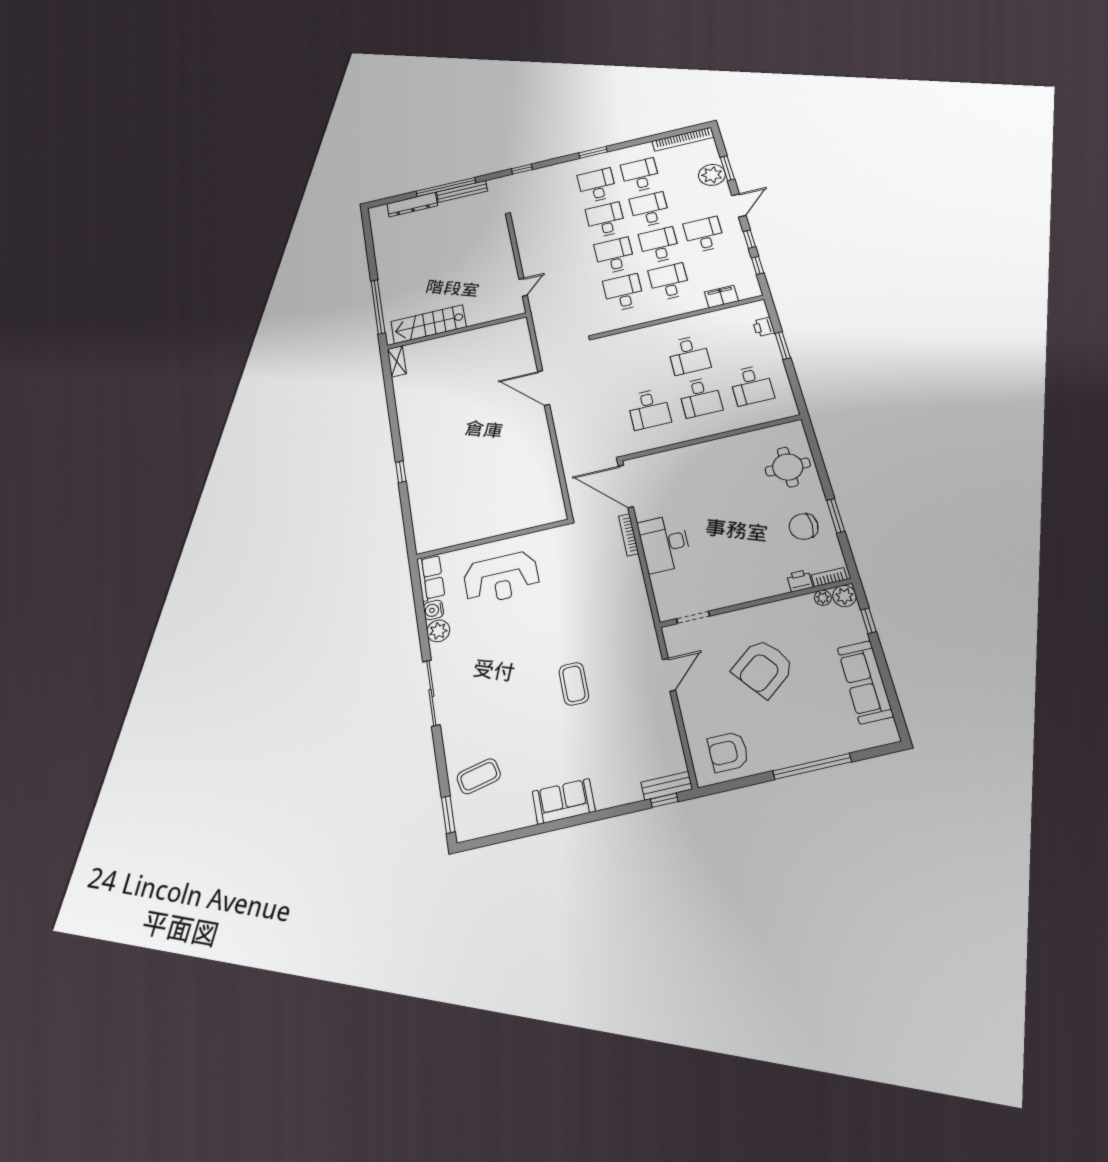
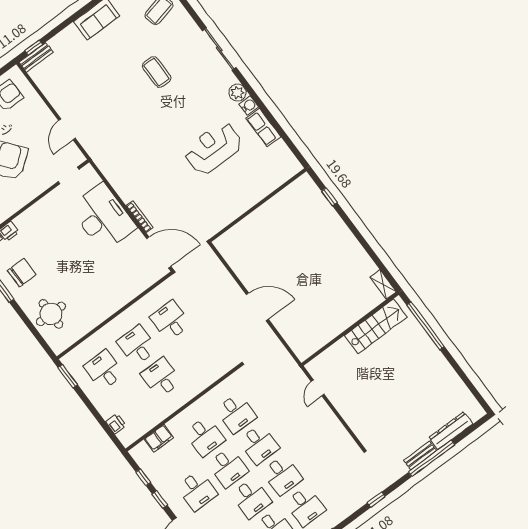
bench: (462, 191) -> (420, 455), width x0.73
window: (783, 346) -> (68, 376), moved
wall: (492, 539) -> (258, 205), moved
desk: (665, 543) -> (103, 217), width x1.36, depth x1.30
coffee table: (574, 684) -> (157, 72), moved

